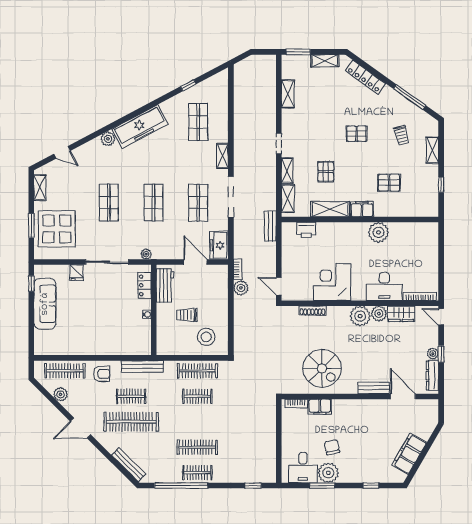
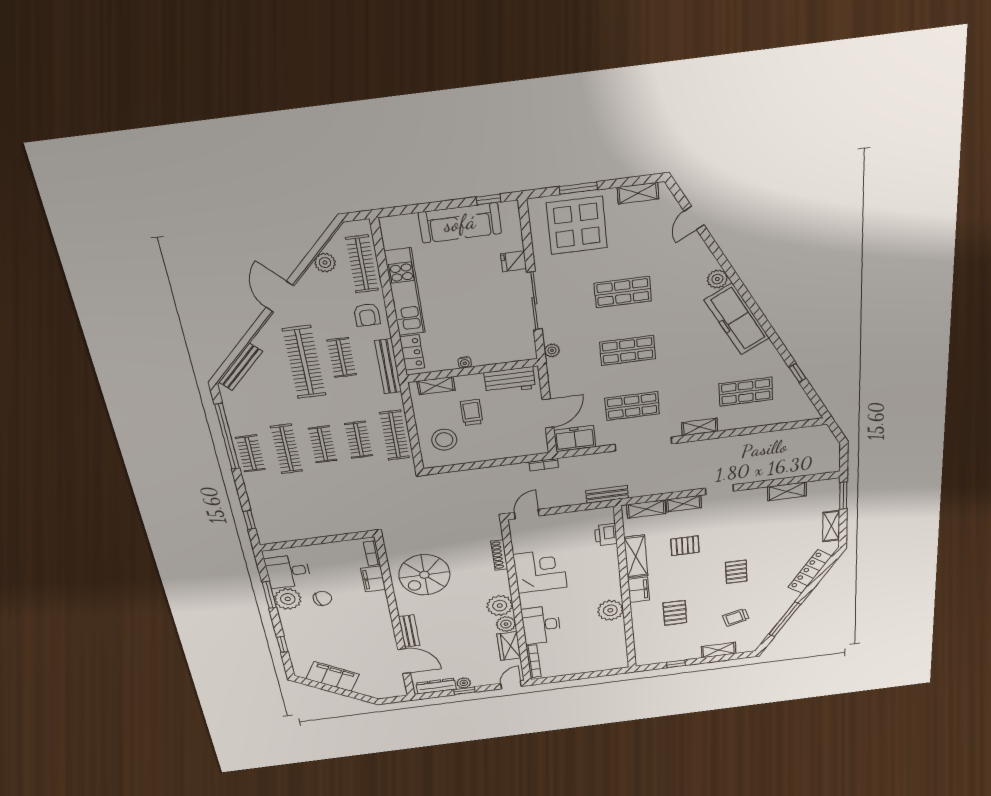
locker: (144, 285) -> (412, 352), moved, turned 90
plant: (241, 288) -> (519, 472), removed
shelving: (162, 336) -> (436, 386), added
kitchen unit: (89, 346) -> (405, 292), added
door: (403, 396) -> (404, 661), hinge flipped
clothes rail: (197, 422) -> (323, 444), added

